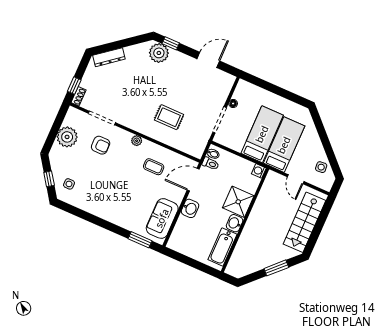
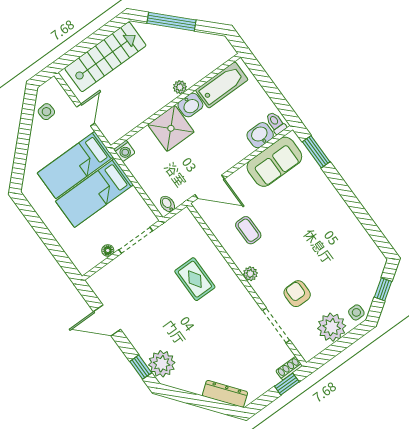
toilet: (210, 164) -> (276, 123), moved
side table: (69, 184) -> (356, 312), moved
washbasin: (190, 208) -> (260, 135), moved
plant: (248, 230) -> (180, 87), added
window: (276, 268) -> (172, 22), width x1.44

